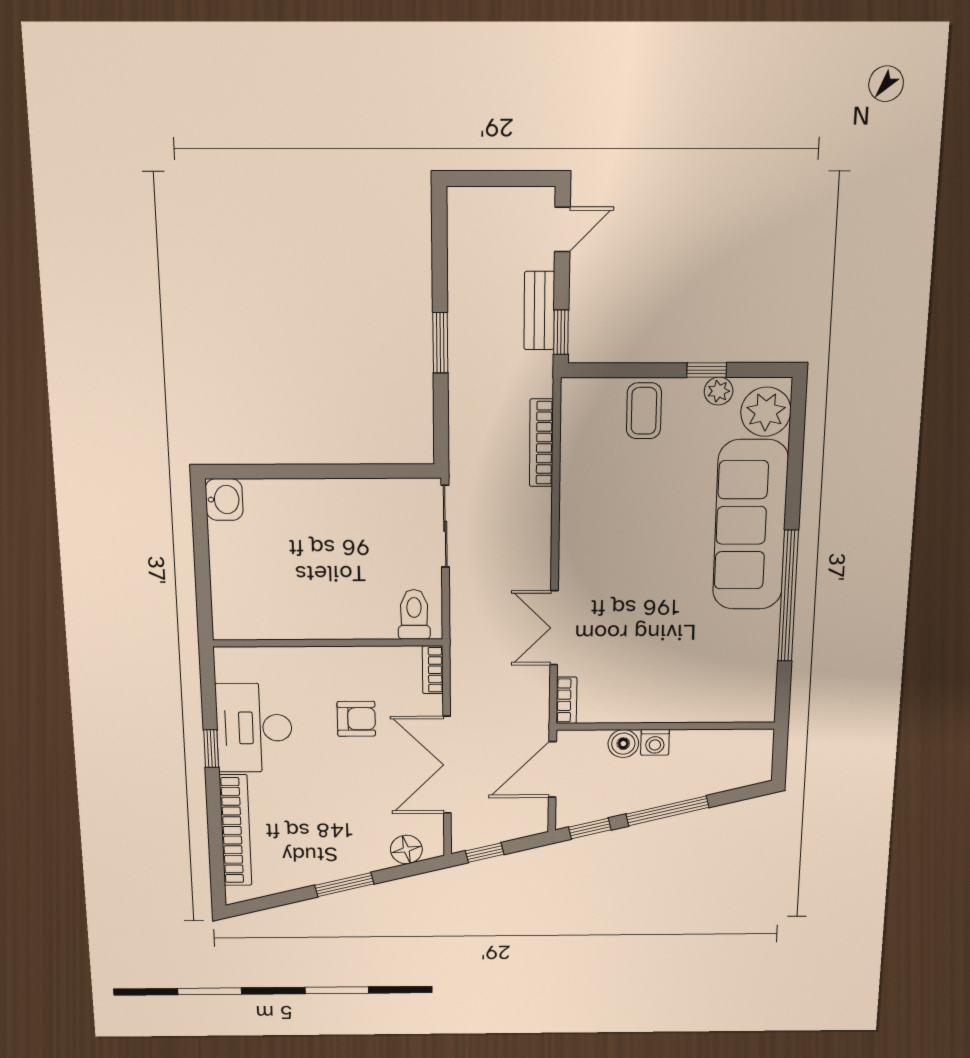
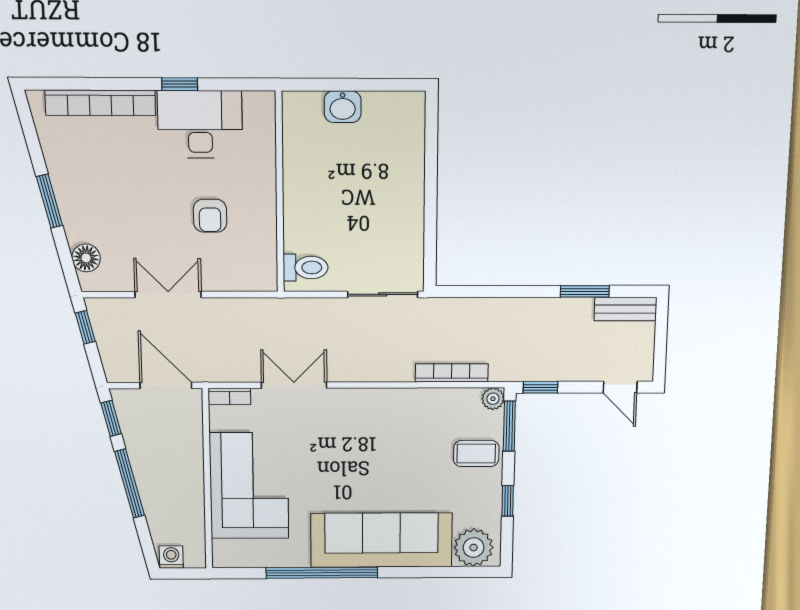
bench: (539, 311) -> (625, 309), moved
window: (440, 343) -> (585, 291), moved
window: (610, 370) -> (509, 426), added
plant: (719, 391) -> (493, 399), moved
washbasin: (224, 500) -> (343, 107), moved
bookcase: (433, 670) -> (256, 283), removed
corner sofa: (675, 679) -> (249, 486), added
washing machine: (655, 742) -> (171, 557), moved, turned 90
boiler: (623, 744) -> (191, 445), removed
double door: (447, 765) -> (168, 295), width x0.73

